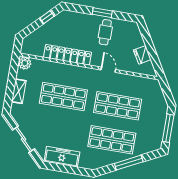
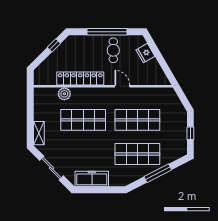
window: (102, 13) -> (107, 32), width x2.11
fridge: (142, 55) -> (145, 53), moved
plant: (25, 63) -> (64, 94), moved
shelving: (19, 91) -> (39, 133), moved
window: (168, 128) -> (190, 133), width x0.46

